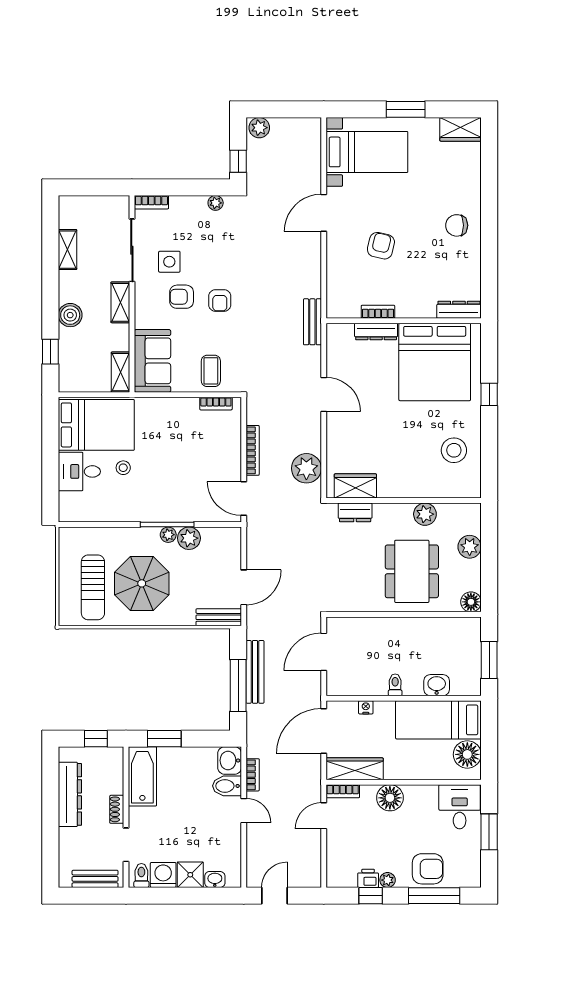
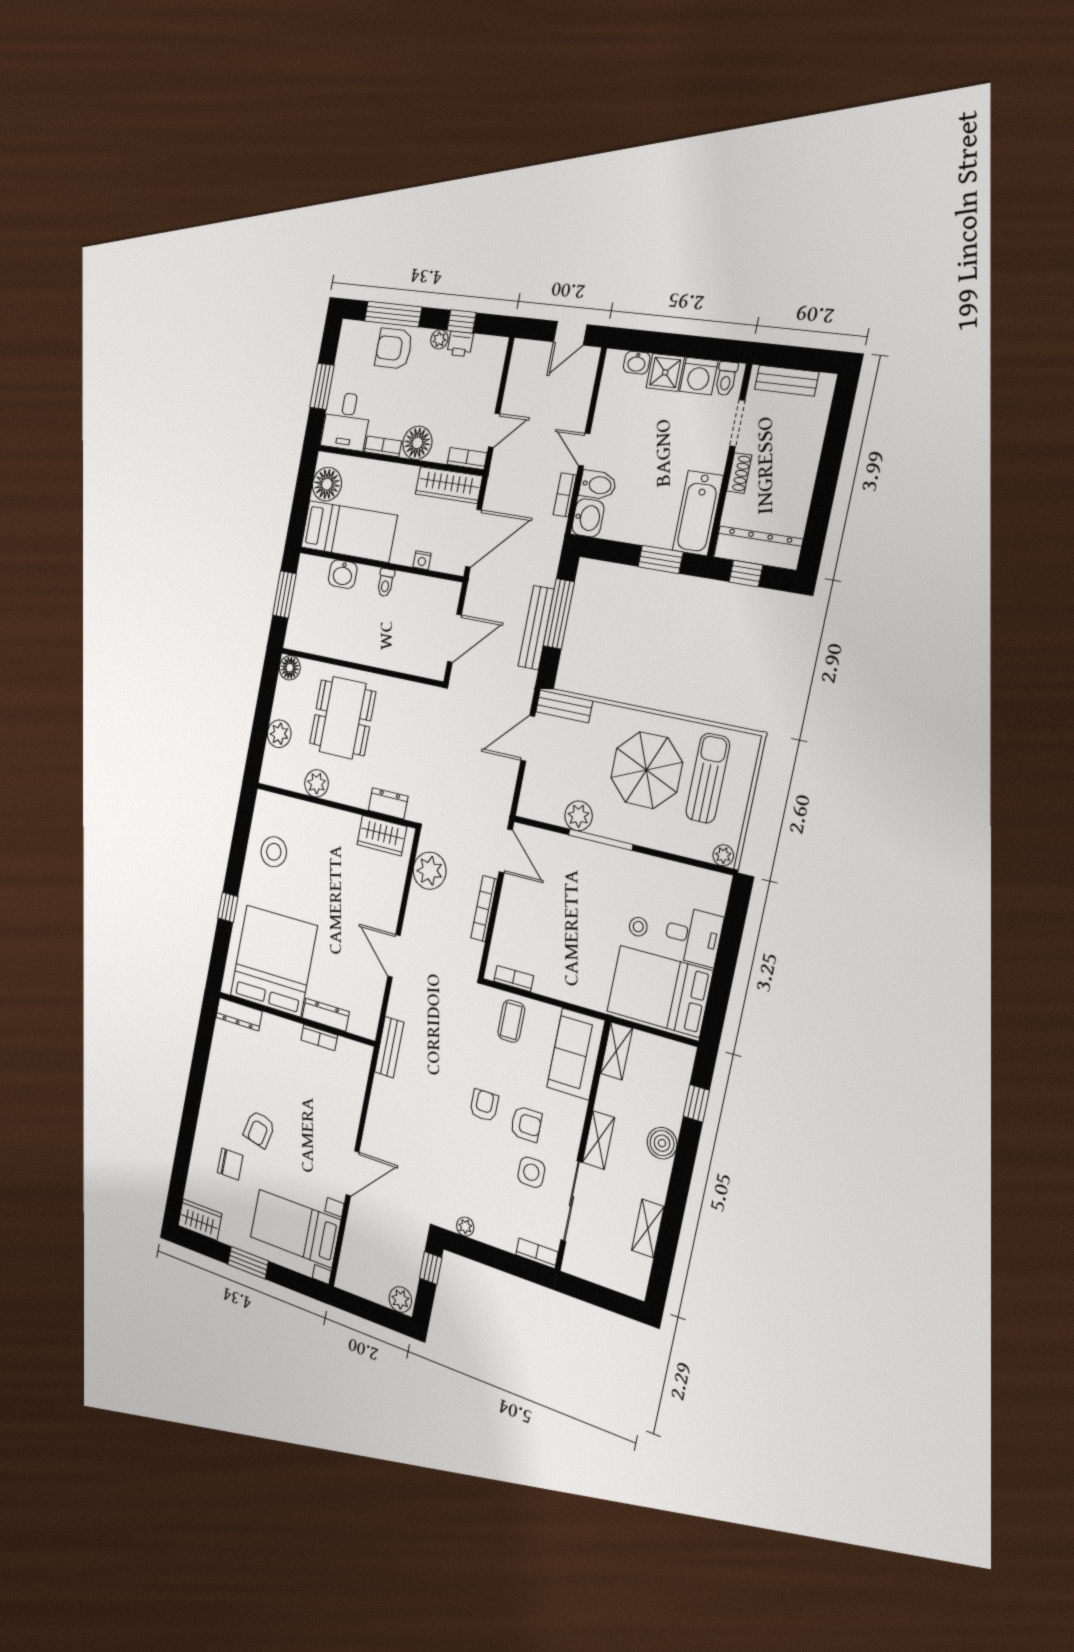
chair: (457, 225) -> (230, 1164), moved
armchair: (381, 246) -> (259, 1129), moved
plant: (168, 535) -> (723, 855), moved
bookcase: (421, 791) -> (383, 446), added
dresser: (70, 794) -> (758, 548), moved, turned 90

